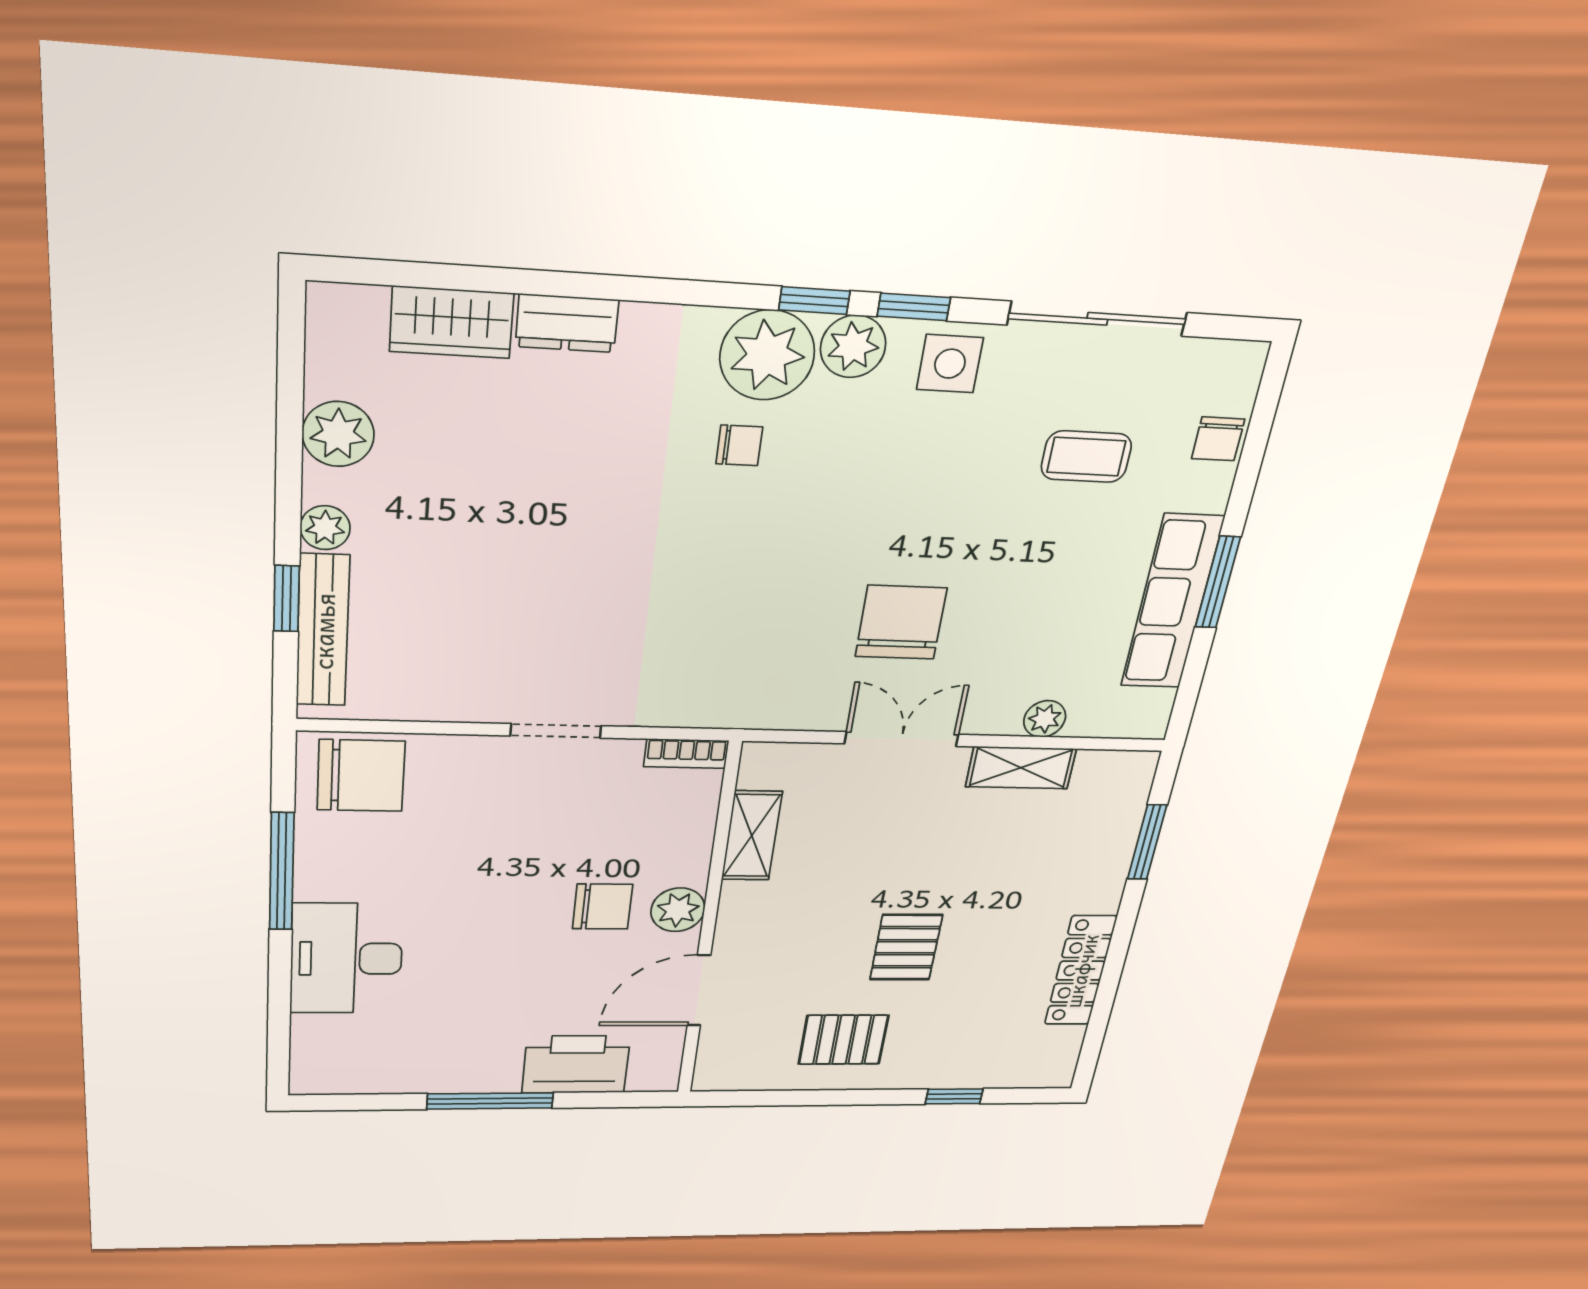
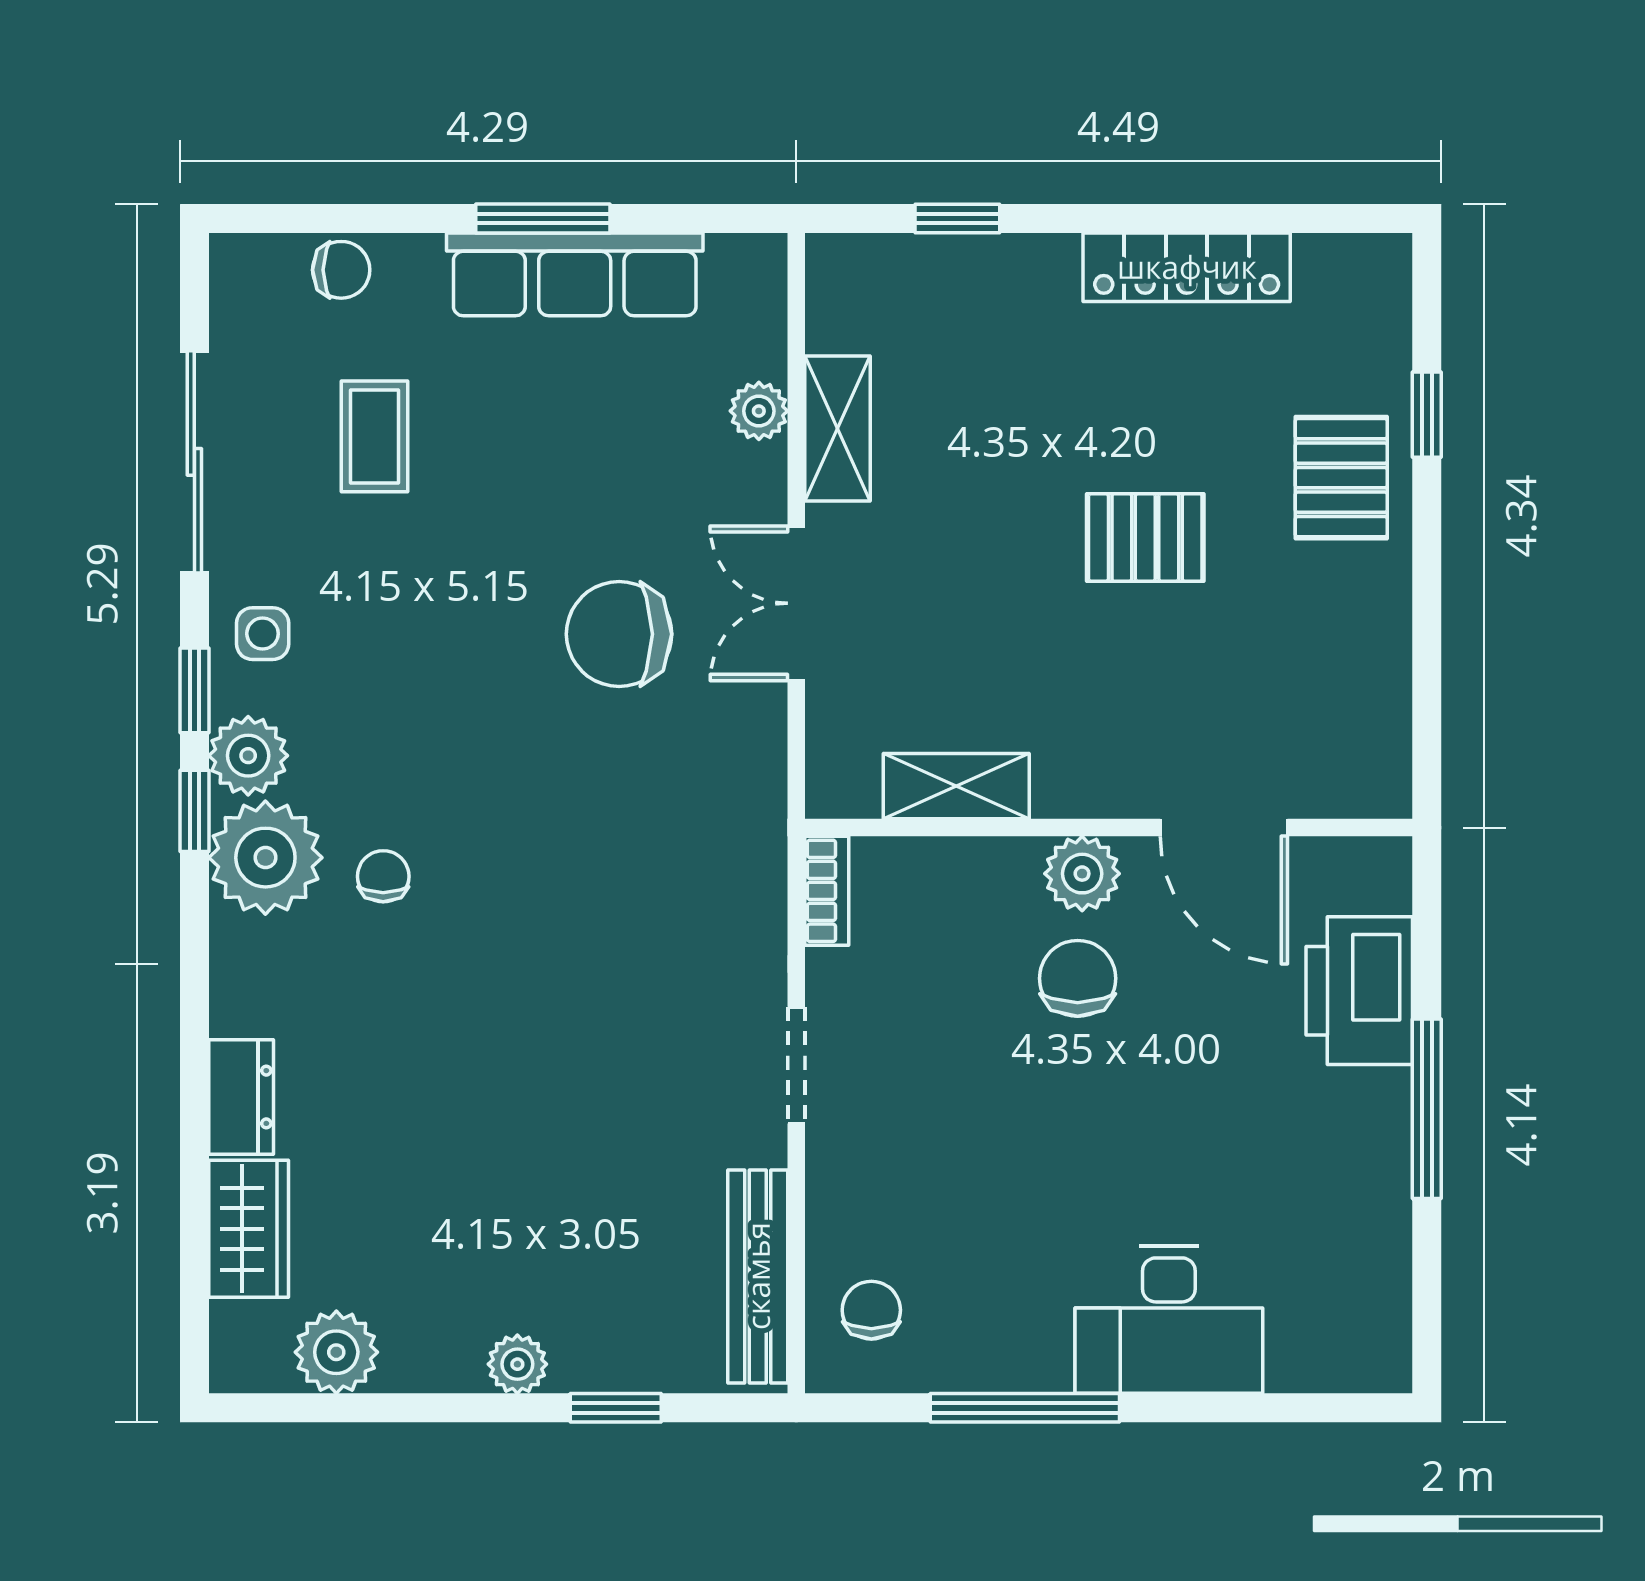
side table: (950, 364) -> (263, 634), width x0.73, depth x0.73
plant: (338, 434) -> (336, 1352), moved
bench: (323, 631) -> (758, 1276), moved, turned 90
chair: (361, 776) -> (871, 1310), width x0.54, depth x0.54
window: (1147, 842) -> (957, 219), width x0.67
pallet: (843, 1040) -> (1341, 478), moved

